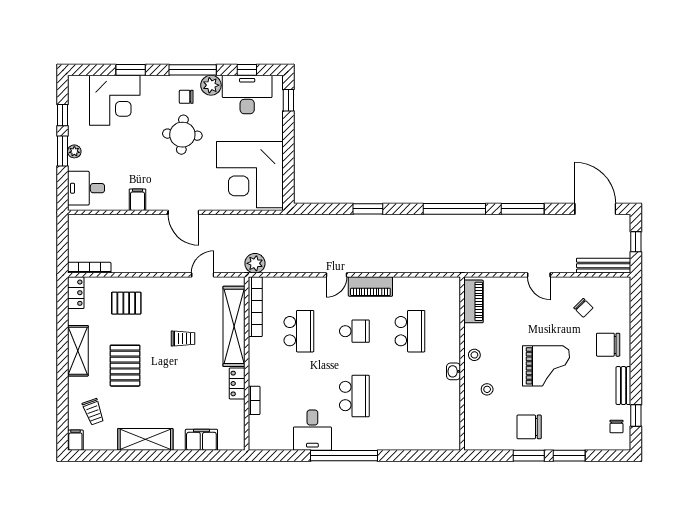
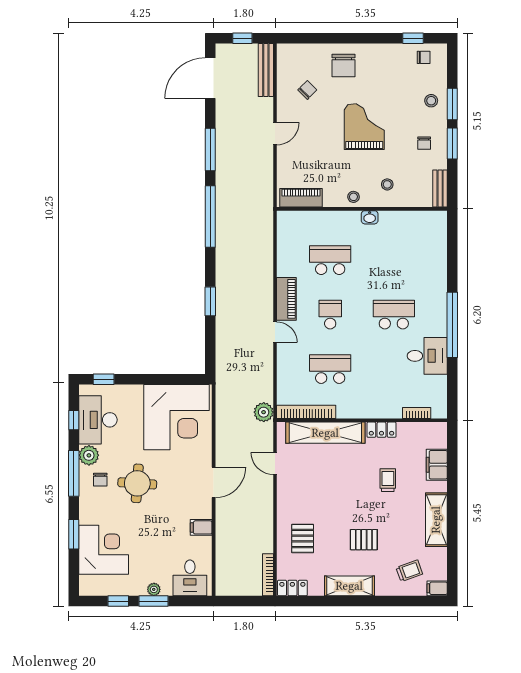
trolley: (183, 339) -> (388, 480), moved
pallet: (125, 366) -> (364, 540), width x0.67, depth x0.71
bench: (623, 386) -> (440, 188), moved, turned 90
bookcase: (254, 400) -> (417, 413), moved
chair: (529, 427) -> (424, 143), width x0.54, depth x0.54
stool: (572, 434) -> (431, 101), added

